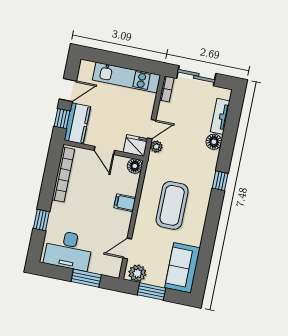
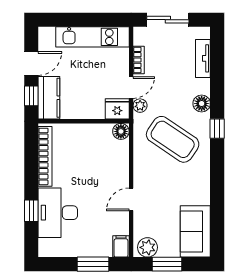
bookcase: (167, 89) -> (139, 60), moved
floor lamp: (214, 142) -> (202, 104), moved
door: (104, 150) -> (85, 121), removed
filing cabinet: (125, 203) -> (121, 246), moved, turned 90
coffee table: (172, 205) -> (173, 139), moved, turned -56
door: (127, 249) -> (131, 199), moved
desk: (68, 250) -> (58, 213), moved, turned 90

